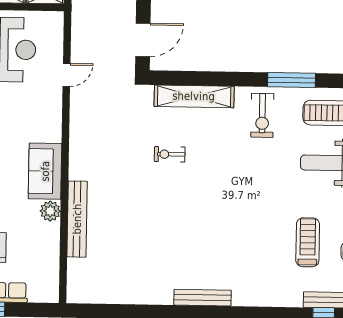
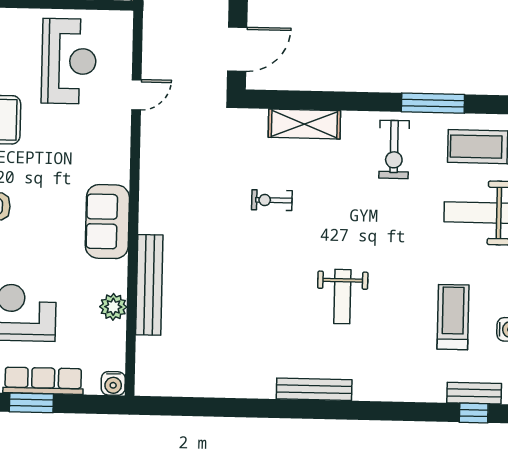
shelving: (194, 96) -> (304, 124), width x0.68
plant: (50, 211) -> (113, 307), moved
weight bench: (224, 227) -> (342, 297), added
water cooler: (50, 294) -> (113, 383), added

